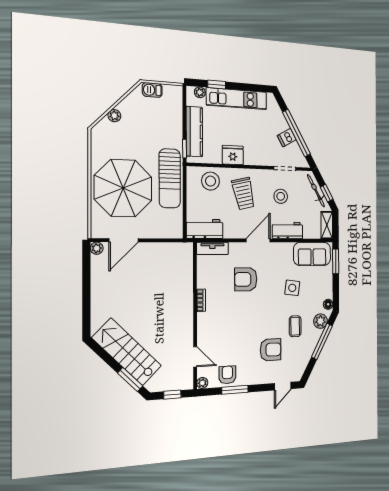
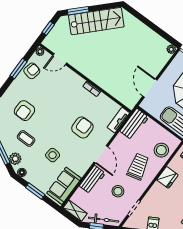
trolley: (243, 193) -> (138, 167), turned 89
door: (124, 240) -> (150, 88), moved
window: (336, 261) -> (35, 191), moved
armchair: (227, 375) -> (32, 71), turned -79

